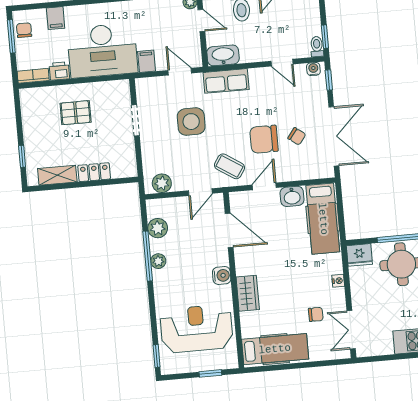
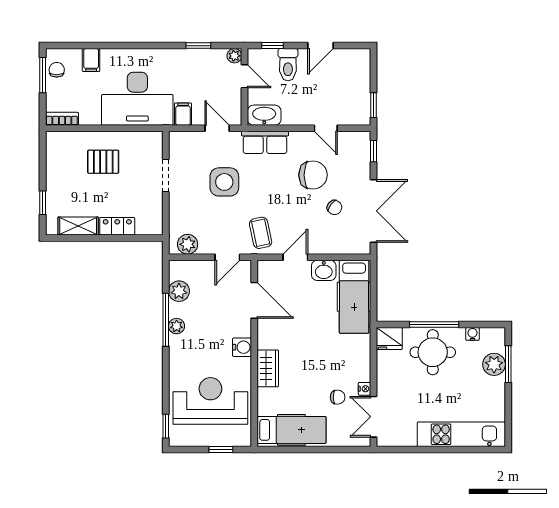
toilet: (317, 47) -> (364, 115), removed
water cooler: (313, 69) -> (358, 138), removed
printer: (59, 71) -> (90, 116), removed
chair: (264, 139) -> (313, 175), moved, turned 180
coffee table: (229, 166) -> (261, 233), turned 45
nightstand: (338, 281) -> (364, 389), moved

